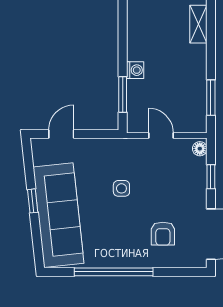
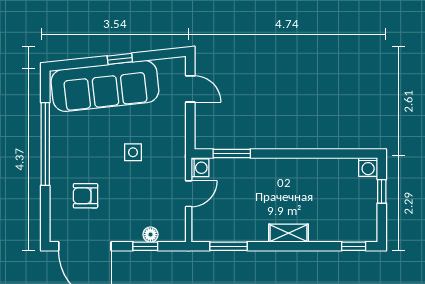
shelving: (198, 24) -> (289, 233), moved
washing machine: (135, 70) -> (200, 168), moved, turned -90
floor lamp: (200, 149) -> (150, 235), moved

